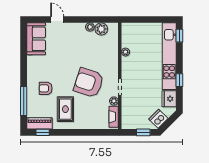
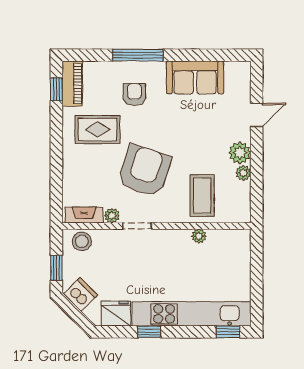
plant: (101, 29) -> (240, 153), moved
sofa: (36, 39) -> (195, 77), moved
coffee table: (103, 50) -> (202, 196), added
window: (24, 101) -> (138, 55), moved
stool: (128, 118) -> (82, 241), added

